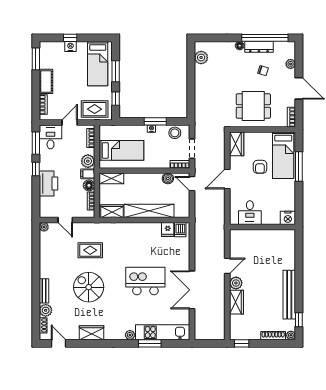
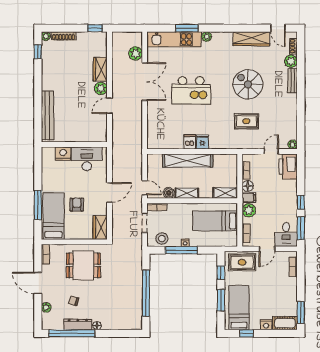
window: (70, 38) -> (246, 333), moved
plant: (201, 58) -> (136, 53), moved
window: (191, 78) -> (146, 293), added
cot: (46, 81) -> (285, 323), moved, turned 90
window: (155, 121) -> (181, 250), width x1.44
shelving: (150, 178) -> (187, 193), added
printer: (48, 183) -> (288, 166), moved
wardrobe: (112, 211) -> (225, 160), removed
desk: (250, 213) -> (87, 159), width x1.37
nightstand: (288, 218) -> (63, 154), moved
door: (65, 220) -> (271, 151), hinge flipped
fridge: (168, 229) -> (202, 142), moved
dishwasher: (180, 230) -> (190, 142), moved
spiral stairs: (89, 287) -> (248, 84), turned 180
bench: (289, 295) -> (47, 115), moved
wardrobe: (91, 333) -> (251, 39), width x1.50

